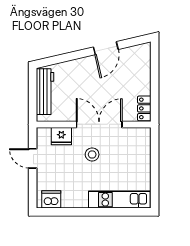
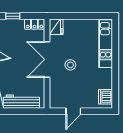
window: (155, 81) -> (13, 16), added
fridge: (61, 136) -> (56, 27), moved

